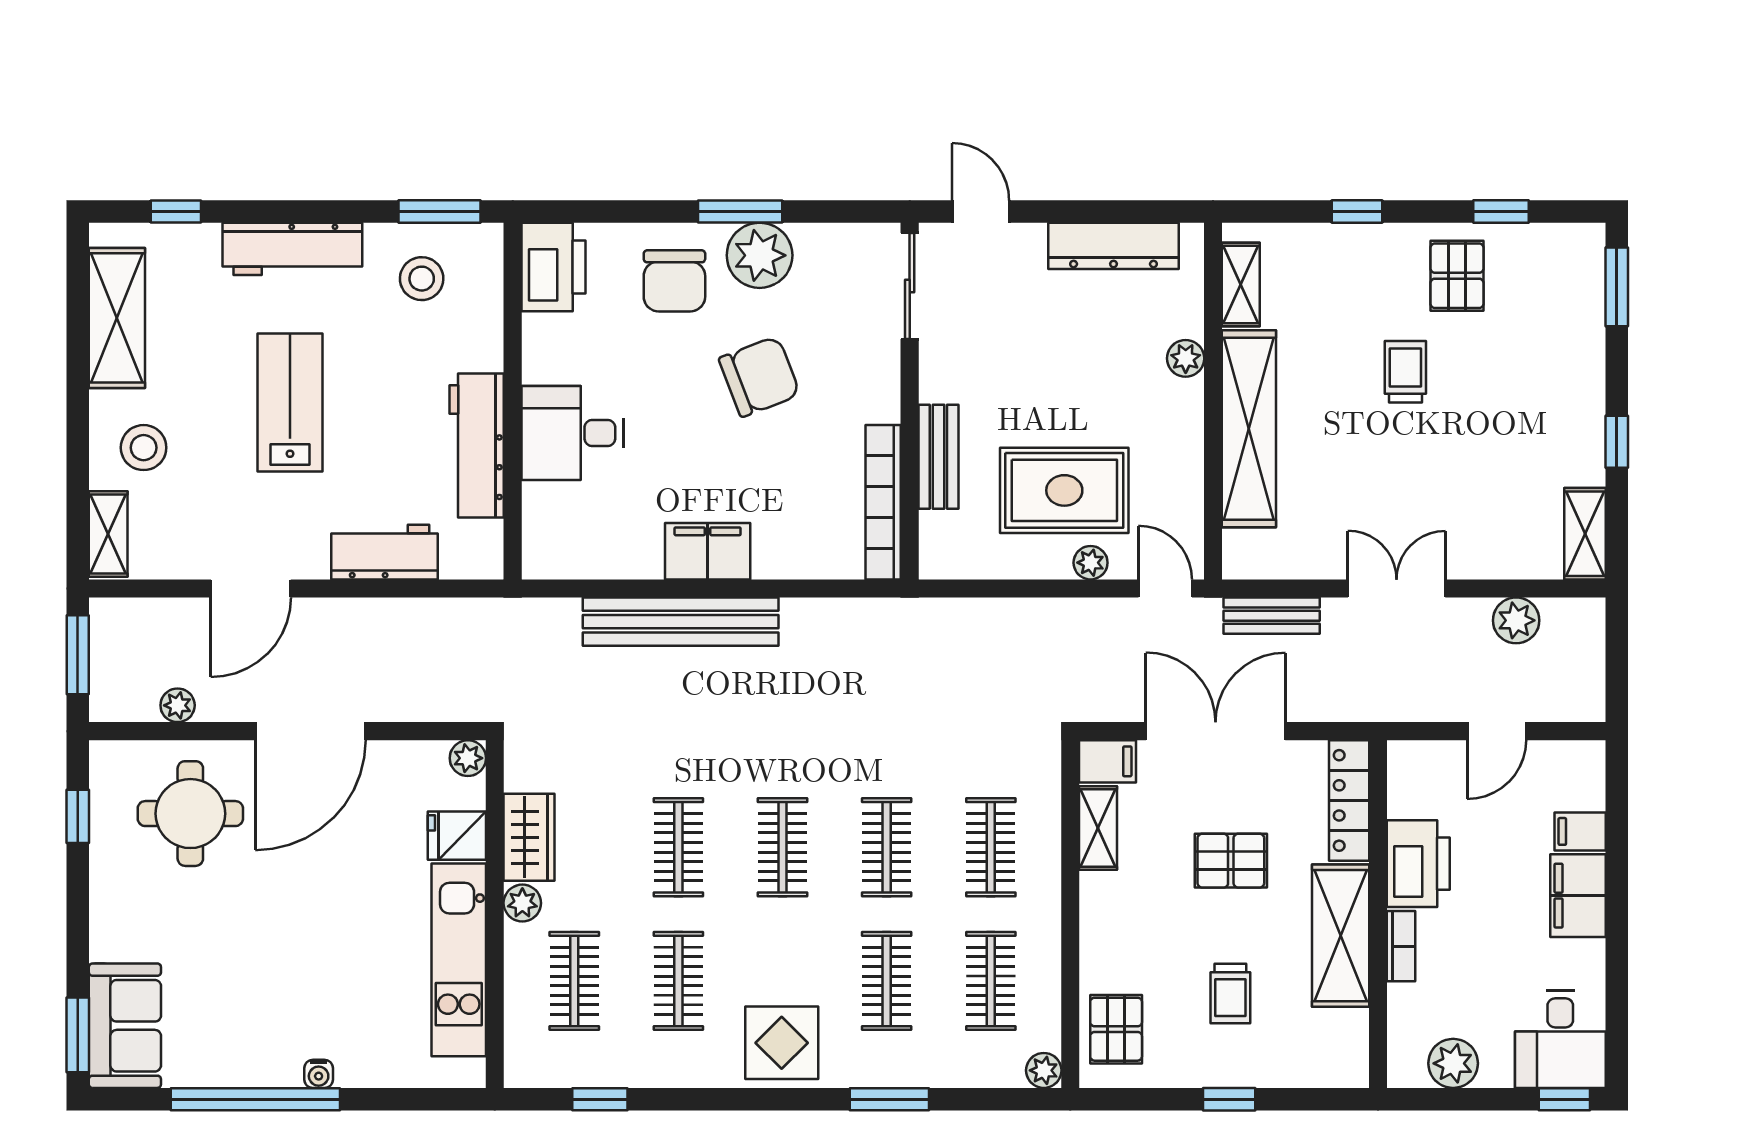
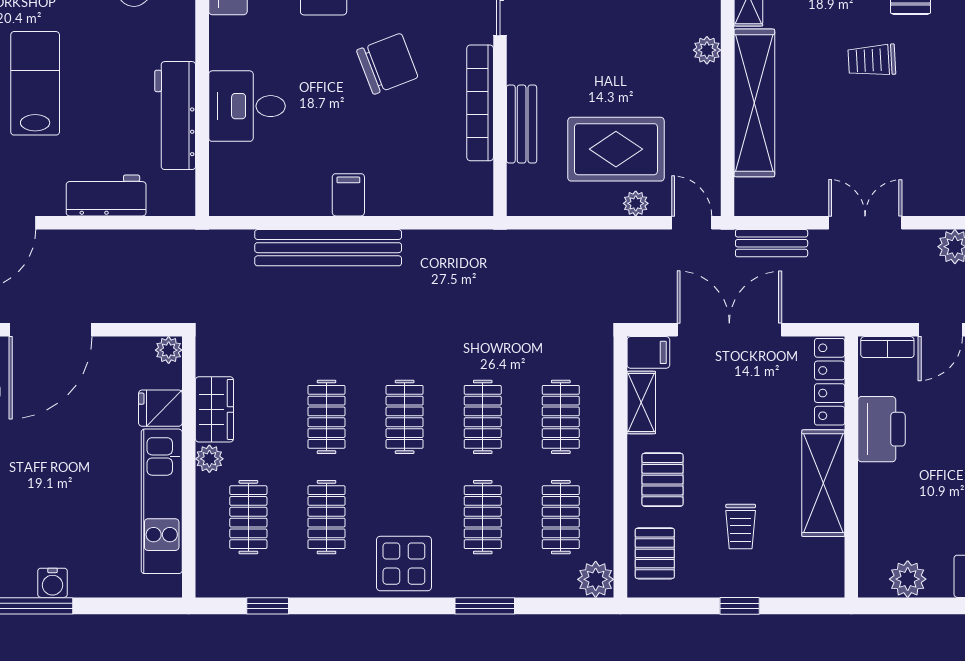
trolley: (1405, 372) -> (872, 60), turned -93
bookcase: (883, 502) -> (480, 103), moved
filing cabinet: (708, 551) -> (348, 195), width x0.50
pallet: (1231, 861) -> (663, 480), moved, turned 90
bookcase: (1401, 946) -> (887, 347), moved, turned 90
plant: (1044, 1070) -> (596, 579), width x1.38, depth x1.38
water cooler: (319, 1074) -> (53, 583), width x1.38, depth x1.38

